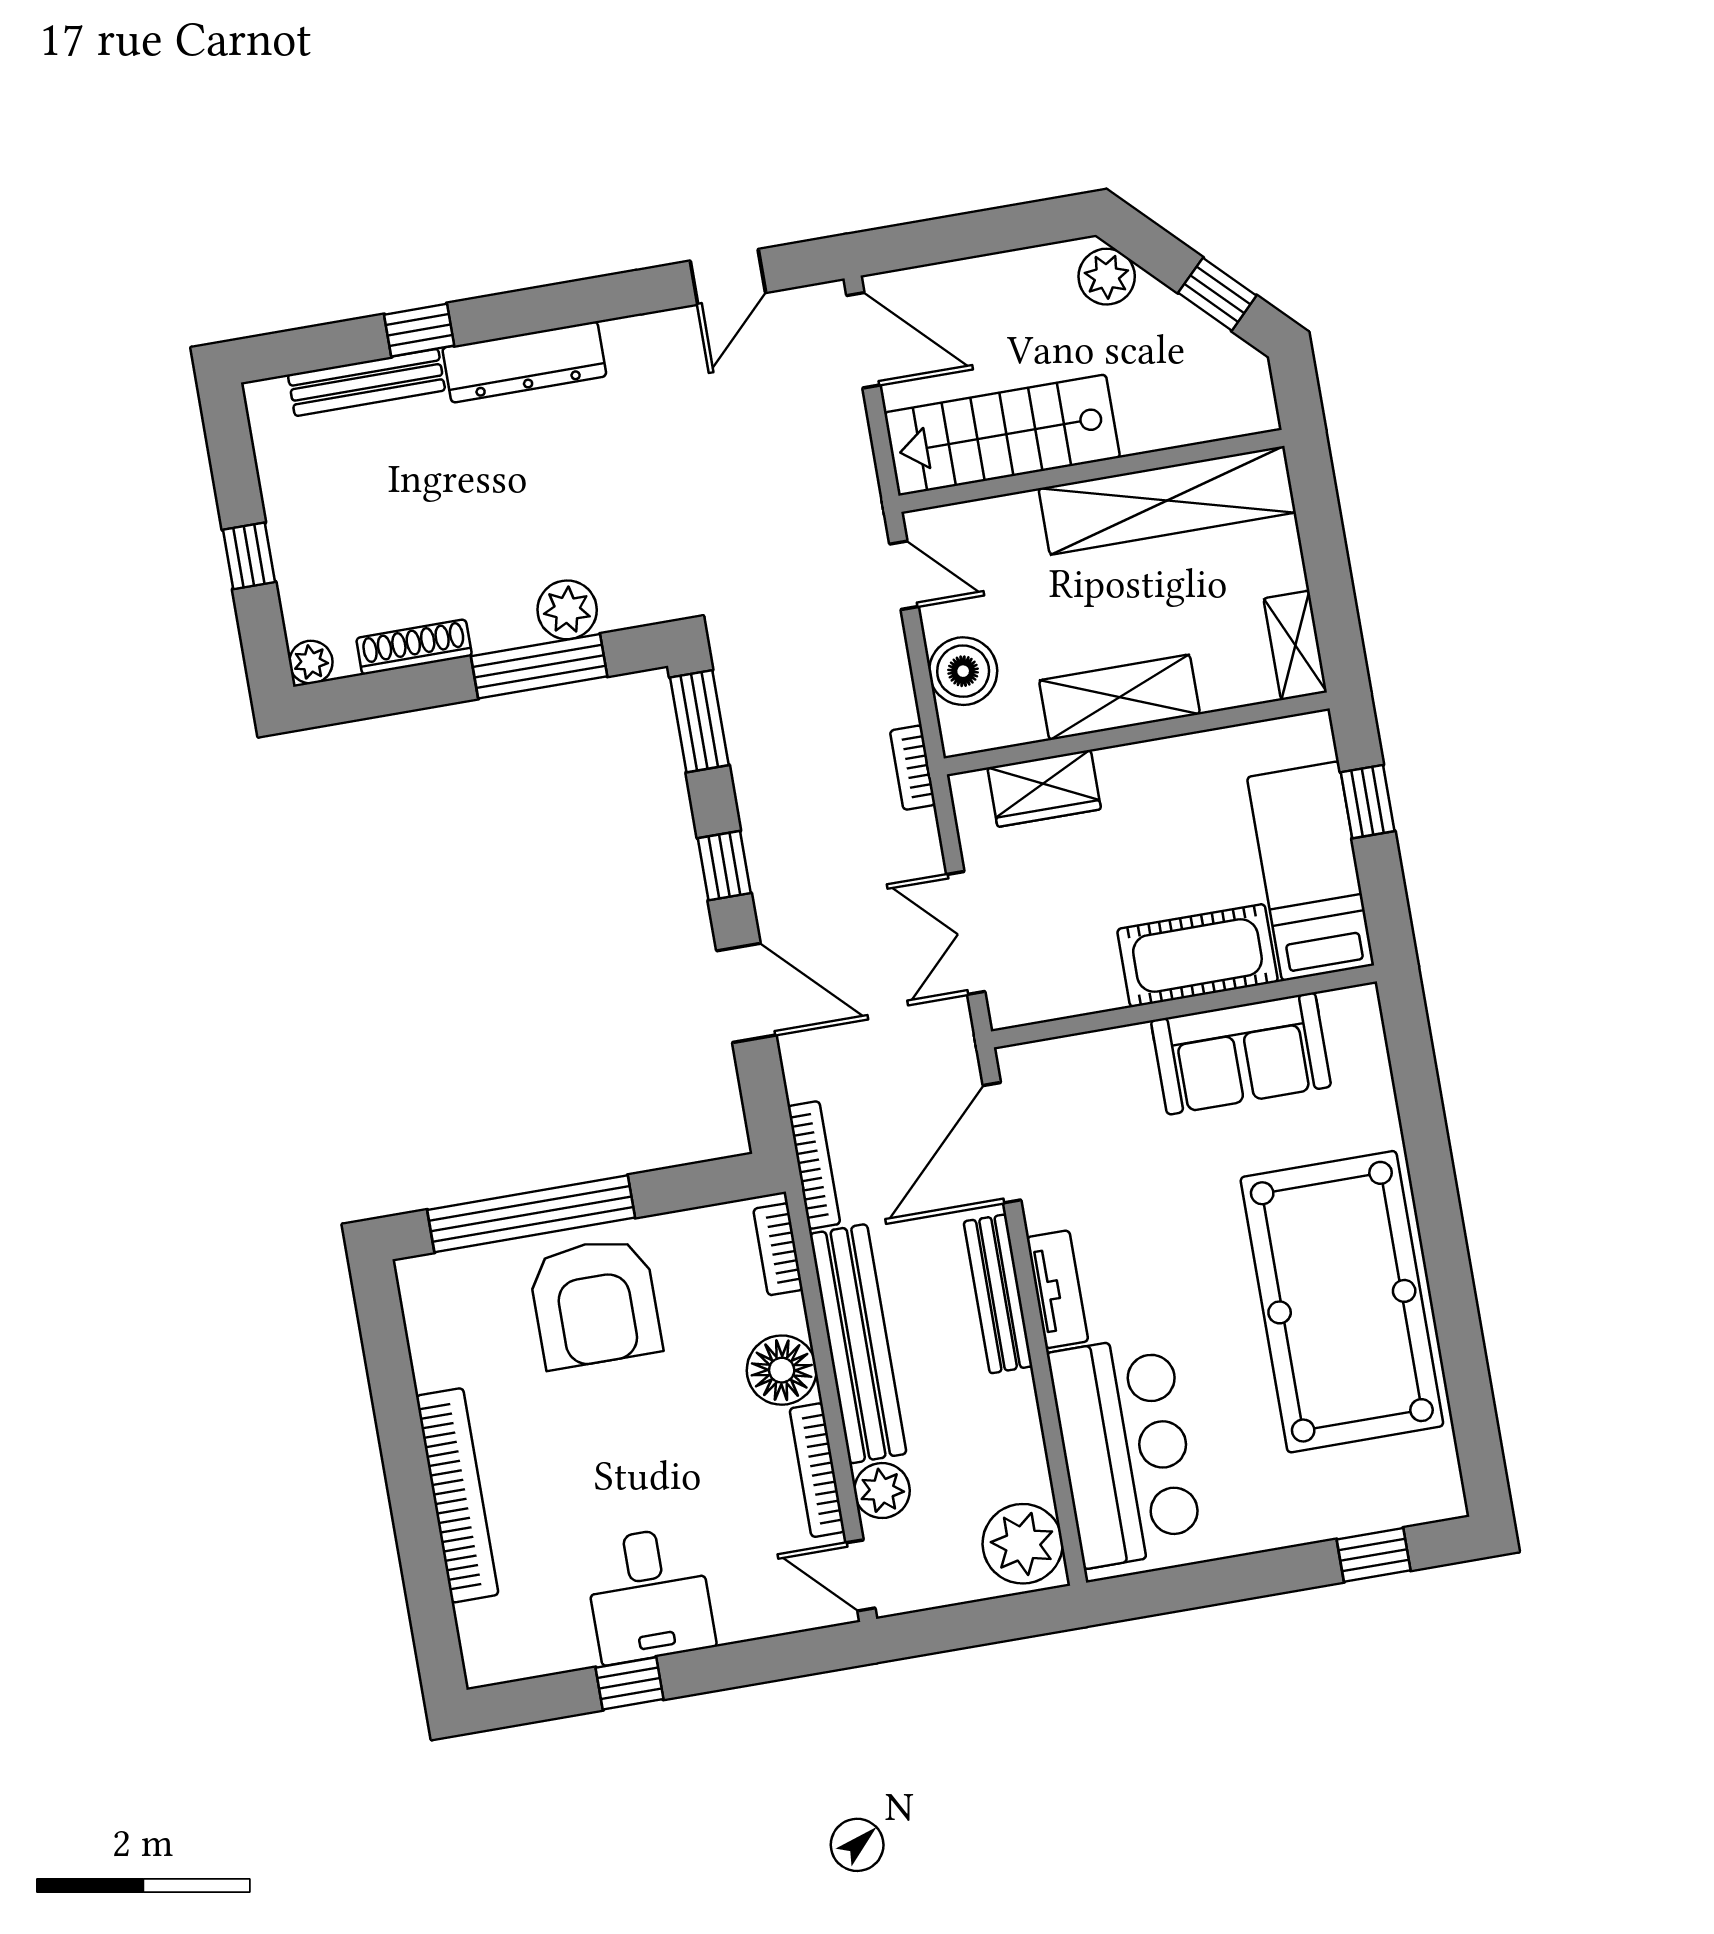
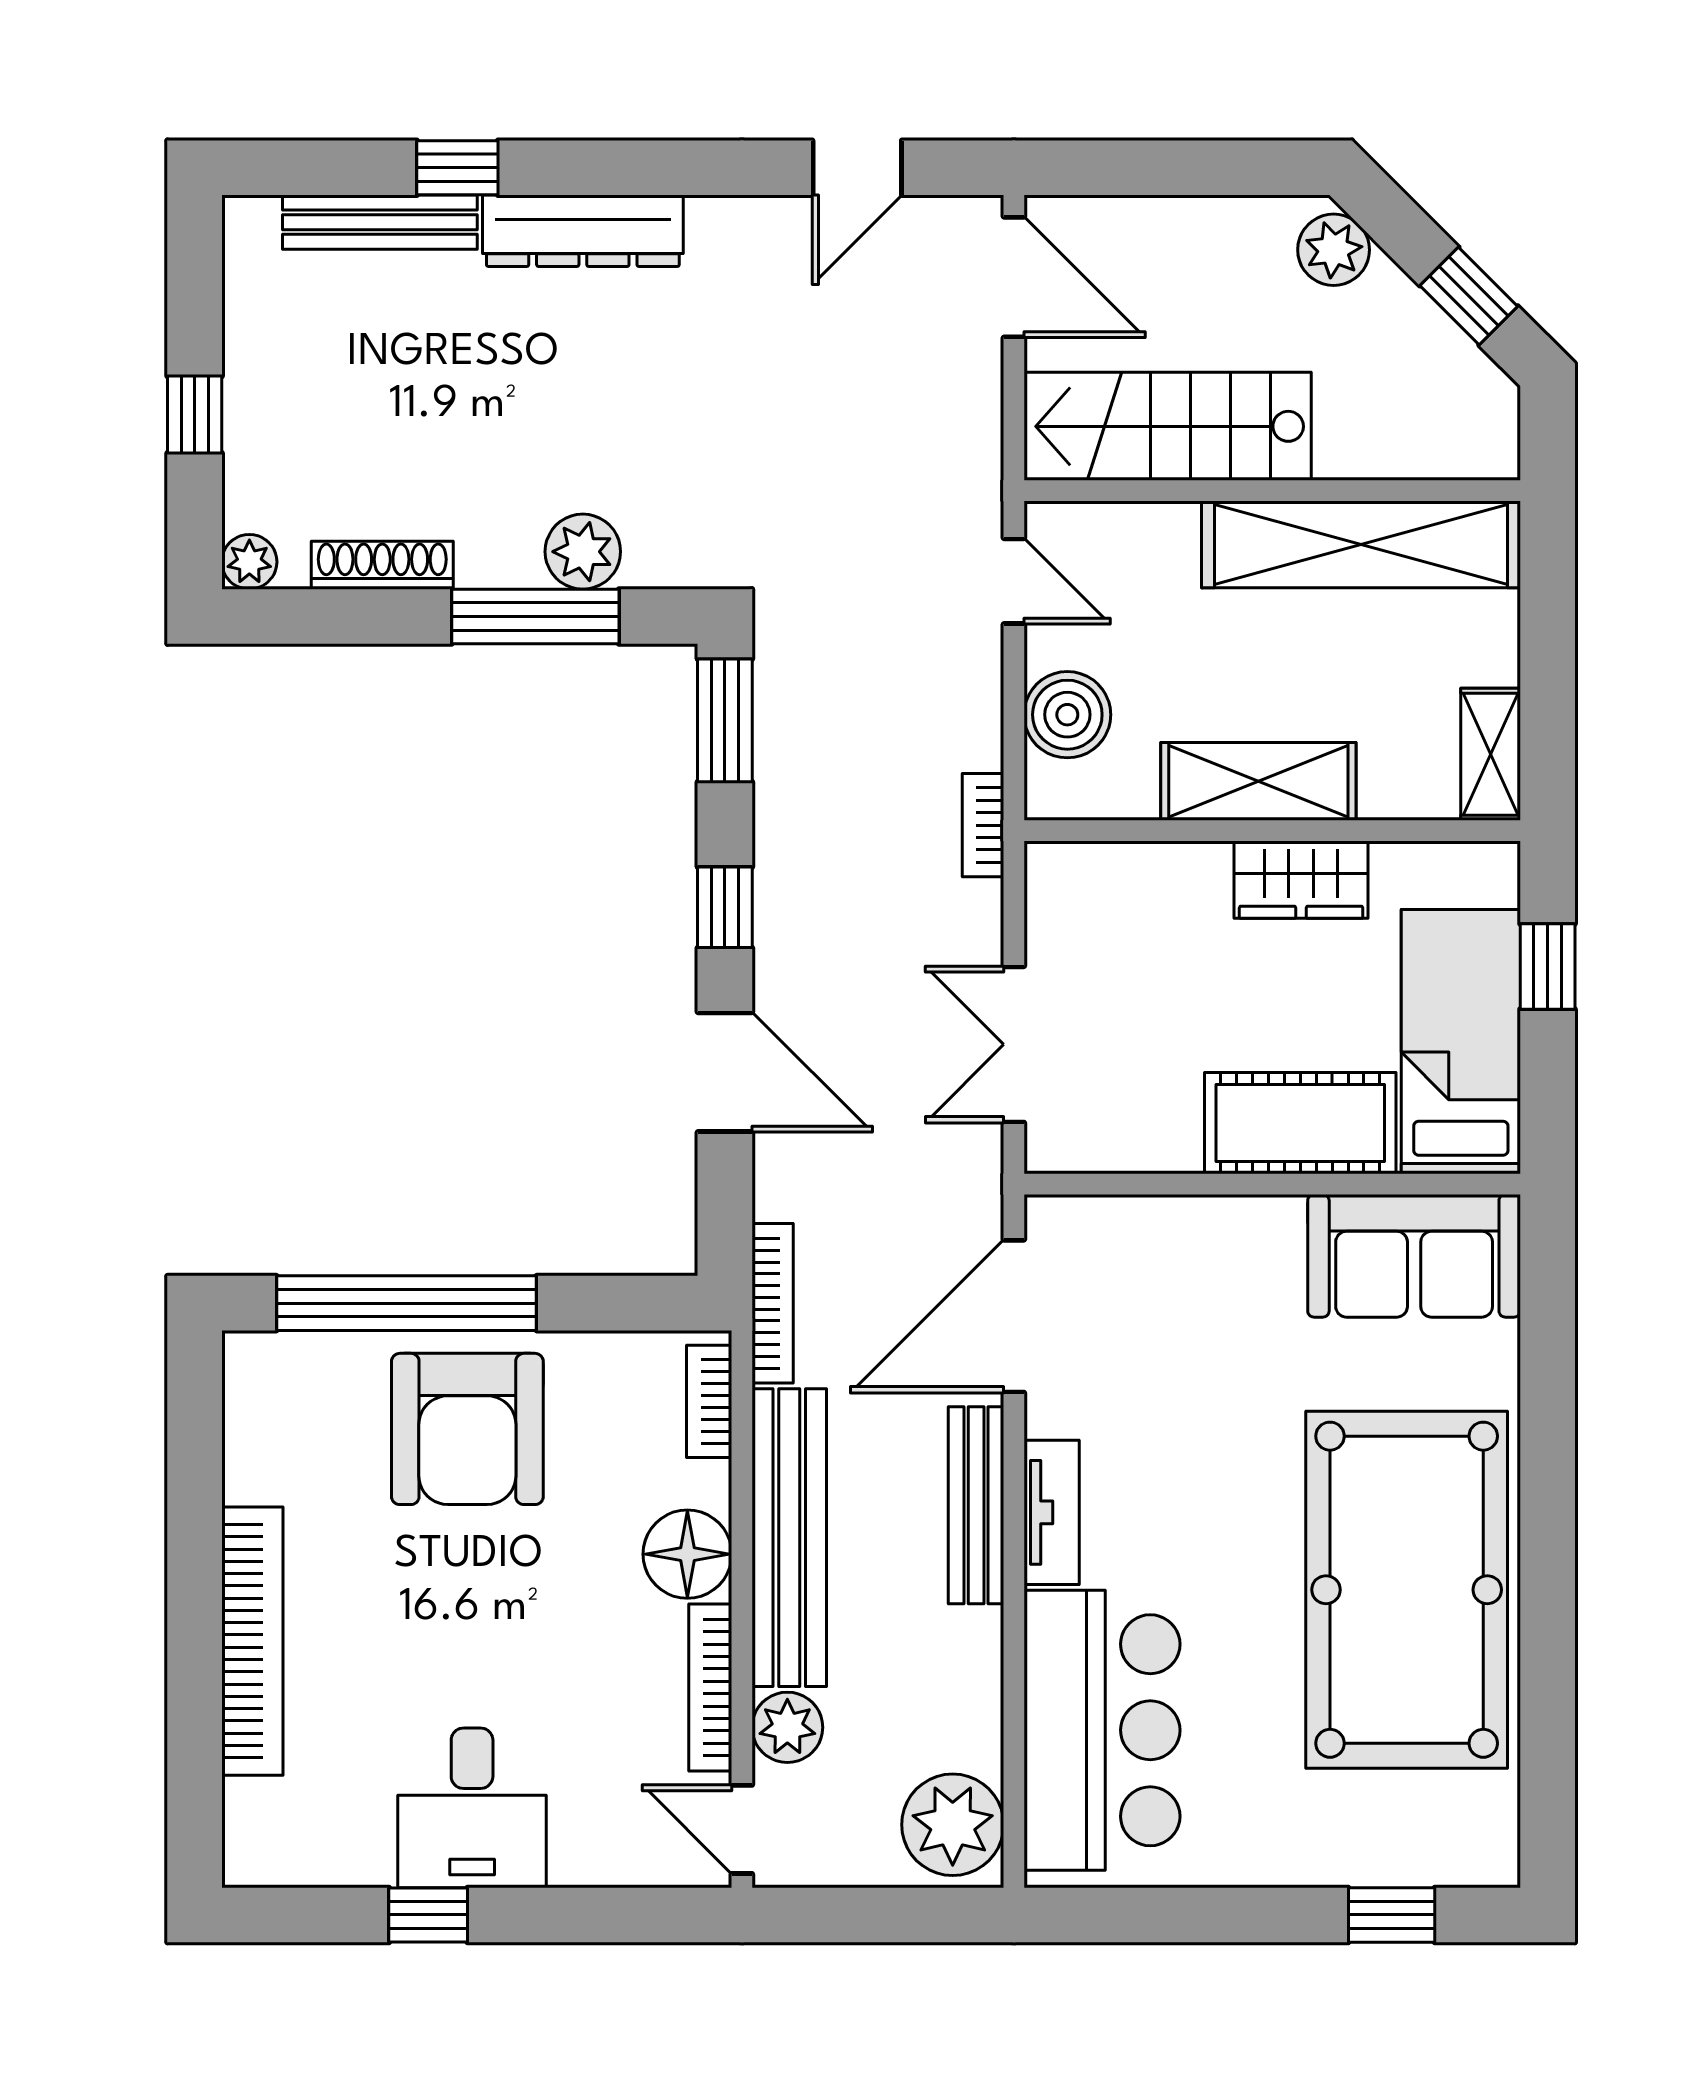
wardrobe: (1044, 788) -> (1301, 880), moved
sofa: (1241, 1053) -> (1414, 1256), moved

